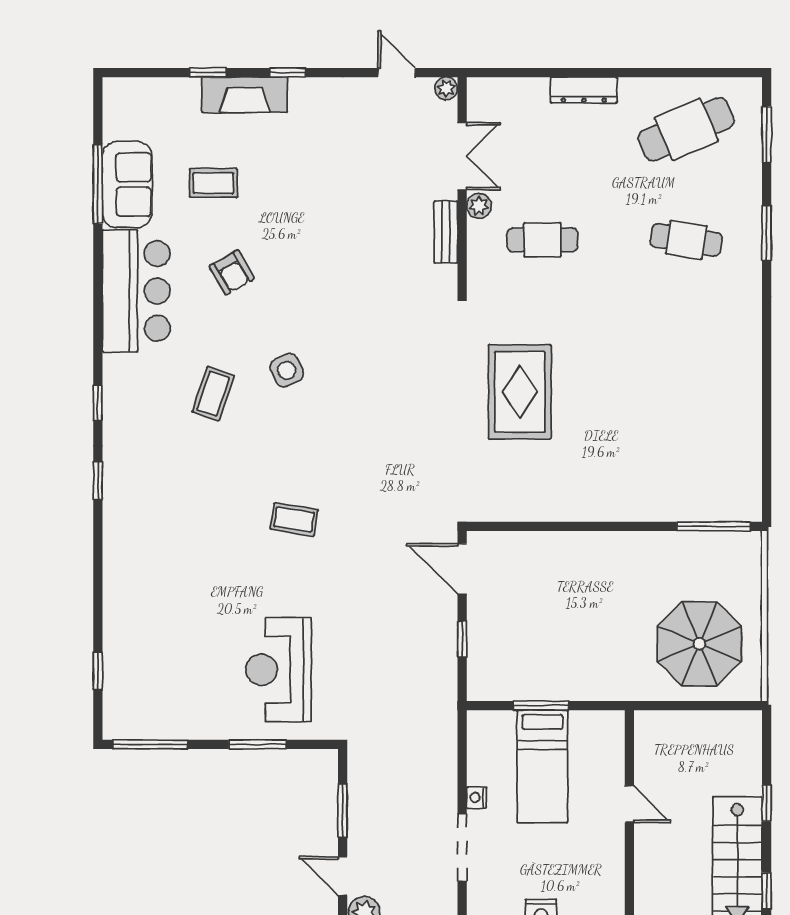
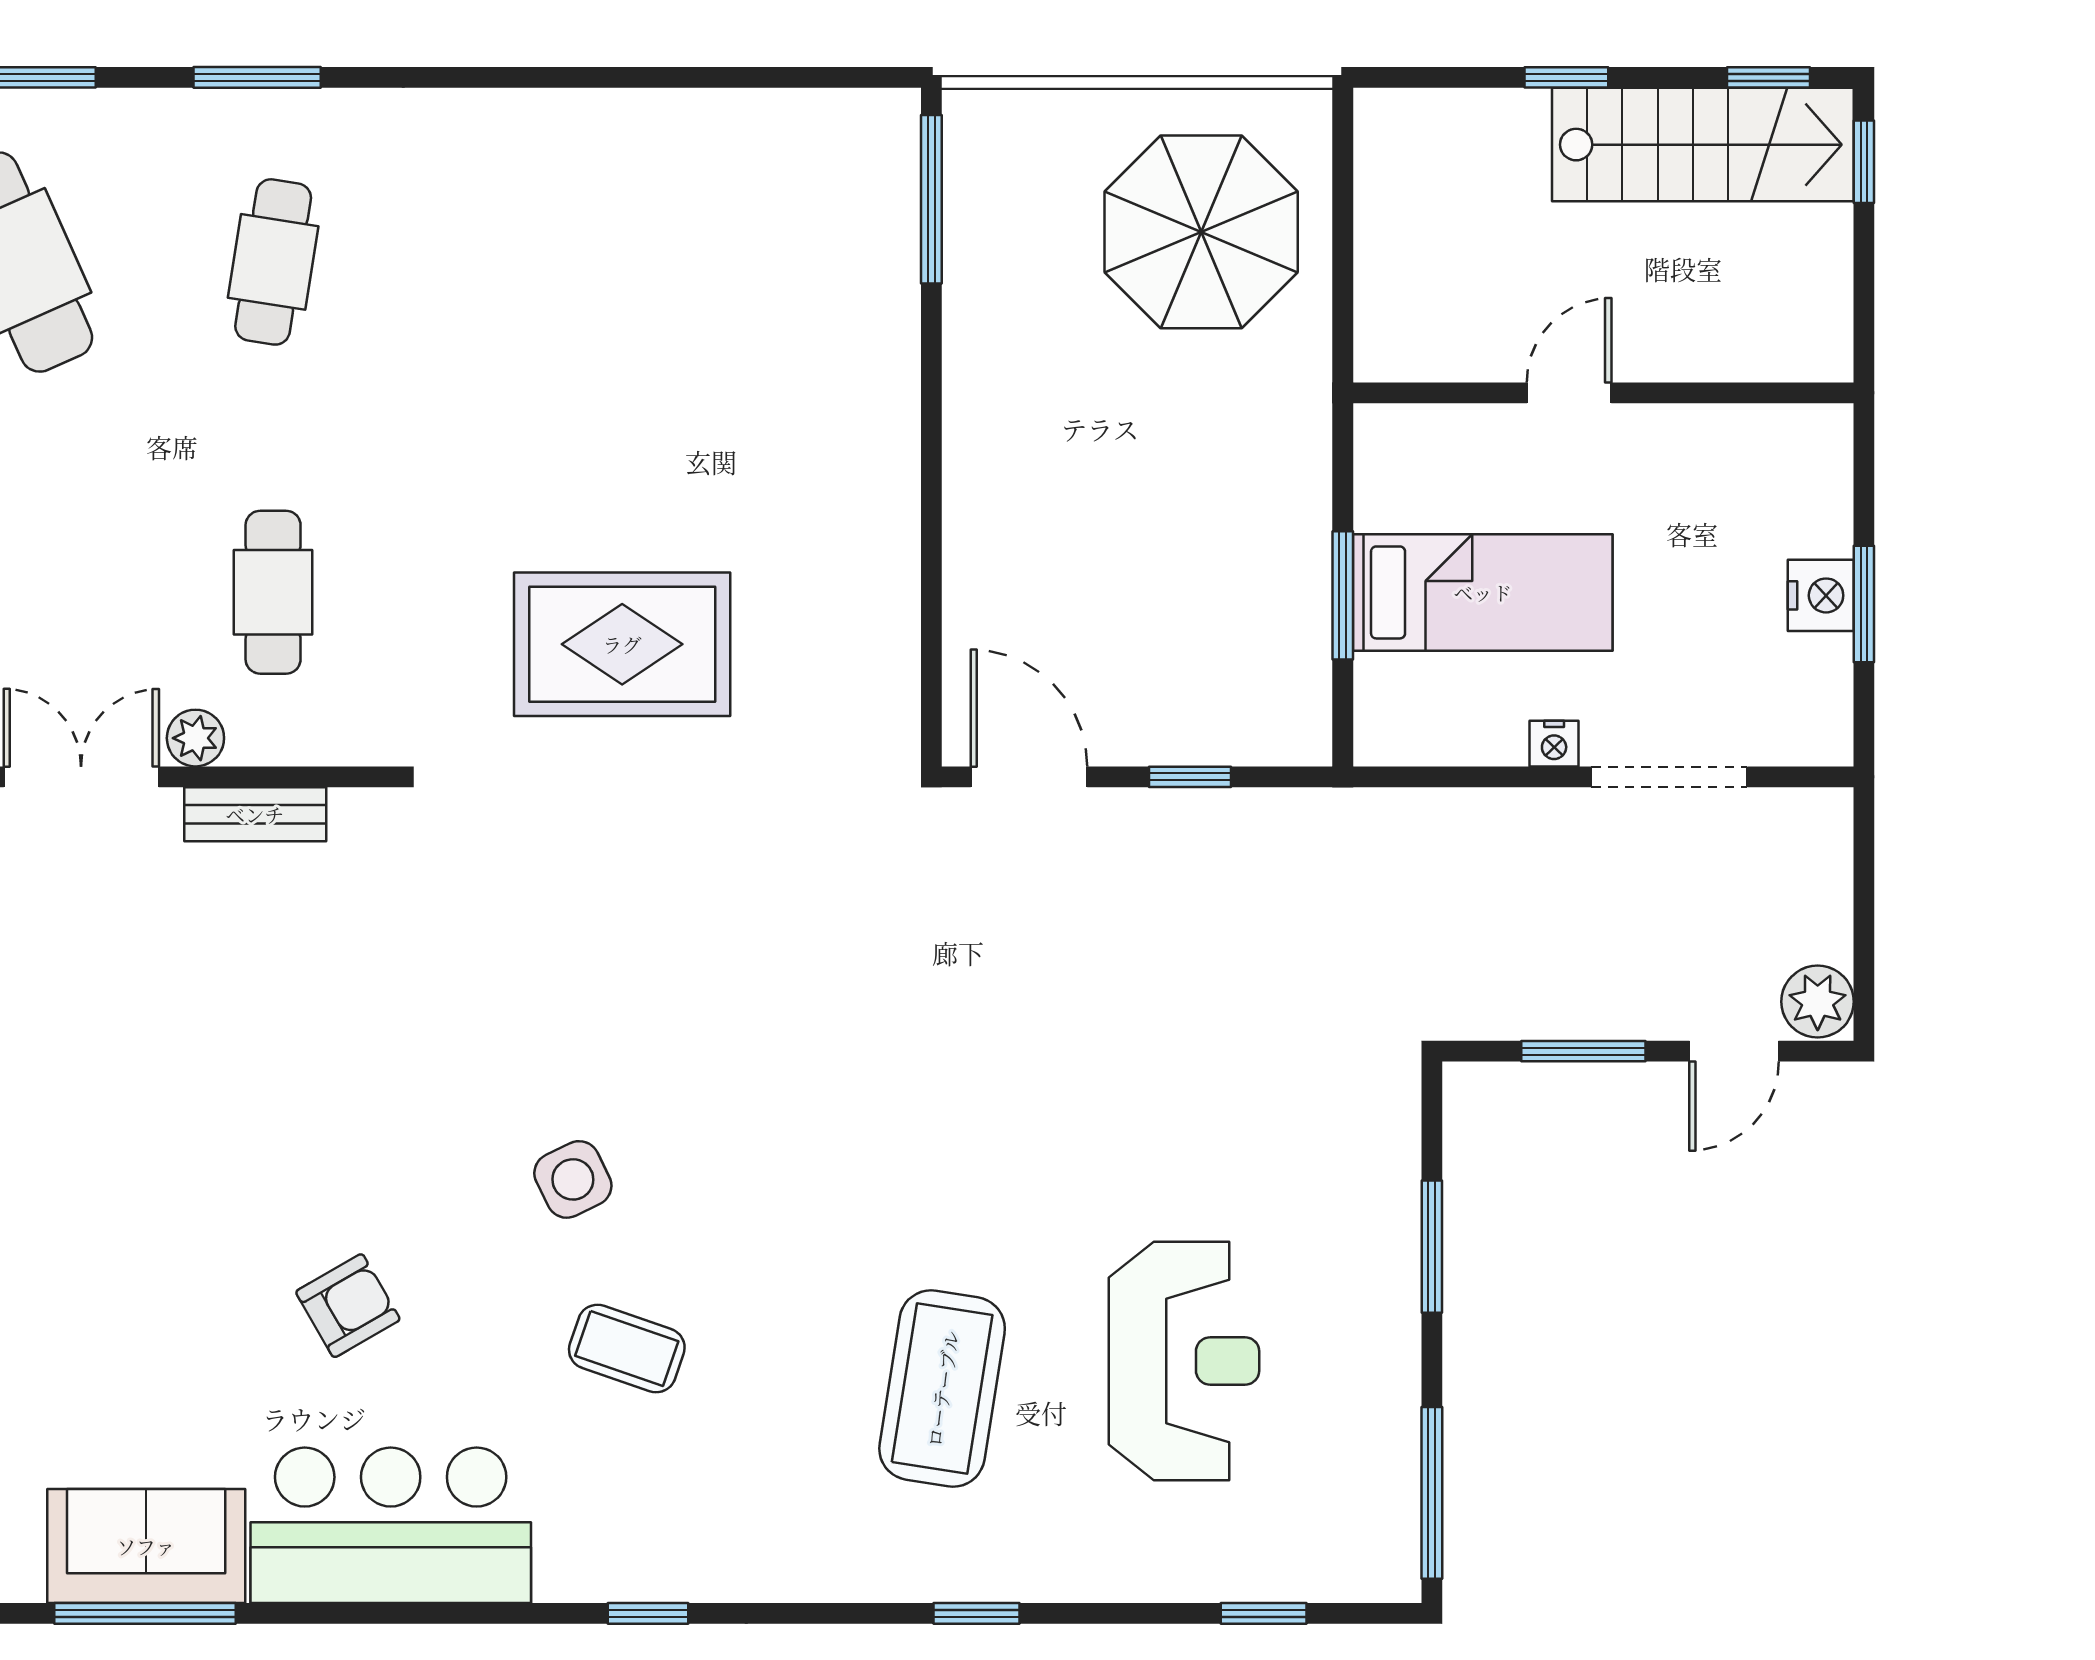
coffee table: (213, 183) -> (143, 1348), removed
window: (98, 481) -> (976, 1613), moved
coffee table: (294, 519) -> (942, 1389), moved, width x1.86, depth x1.72
door: (462, 569) -> (1029, 777), swing flipped
reception desk: (279, 670) -> (1184, 1361), moved, turned -90

